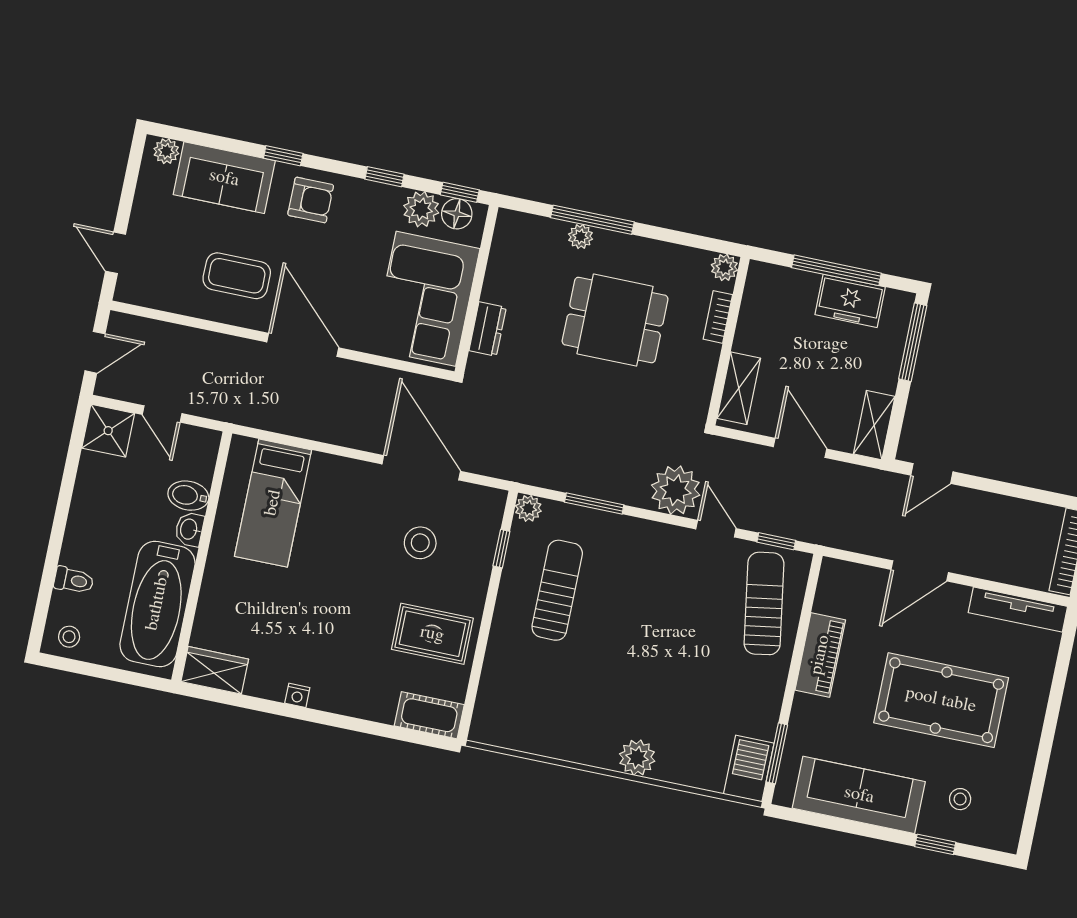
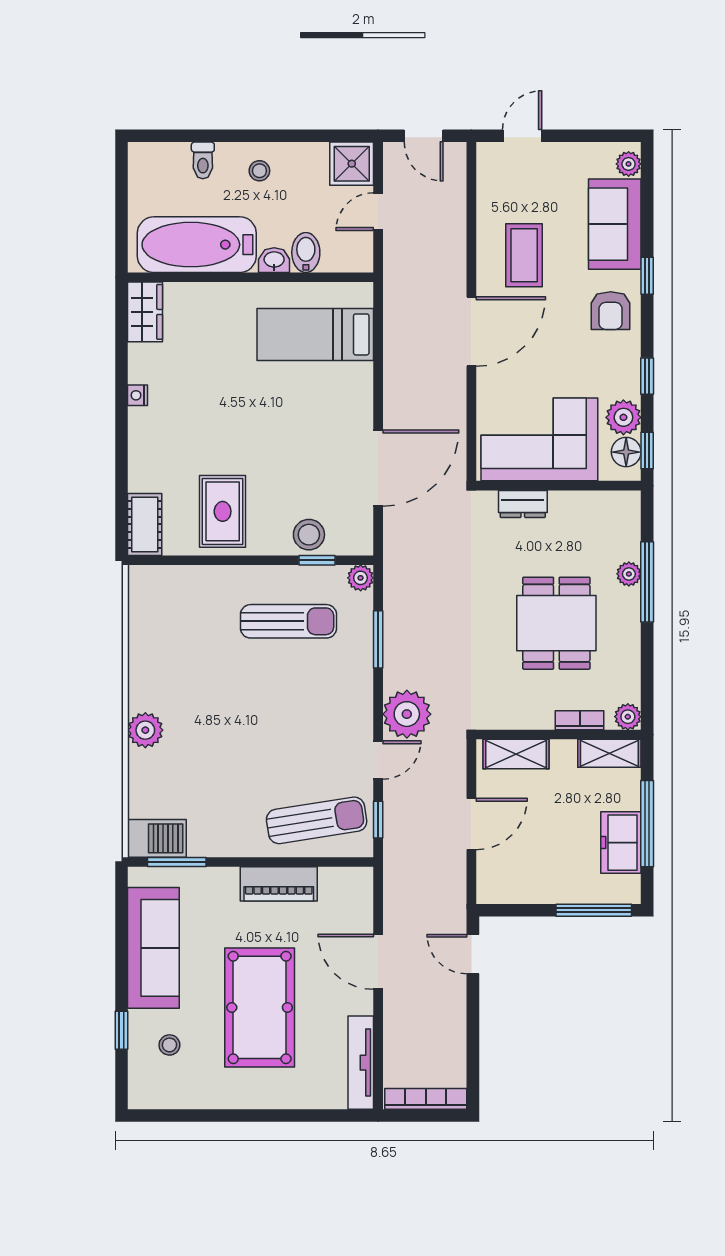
shelving: (874, 425) -> (609, 753), moved
stool: (420, 543) -> (309, 535), moved
stool: (69, 637) -> (259, 171), moved

